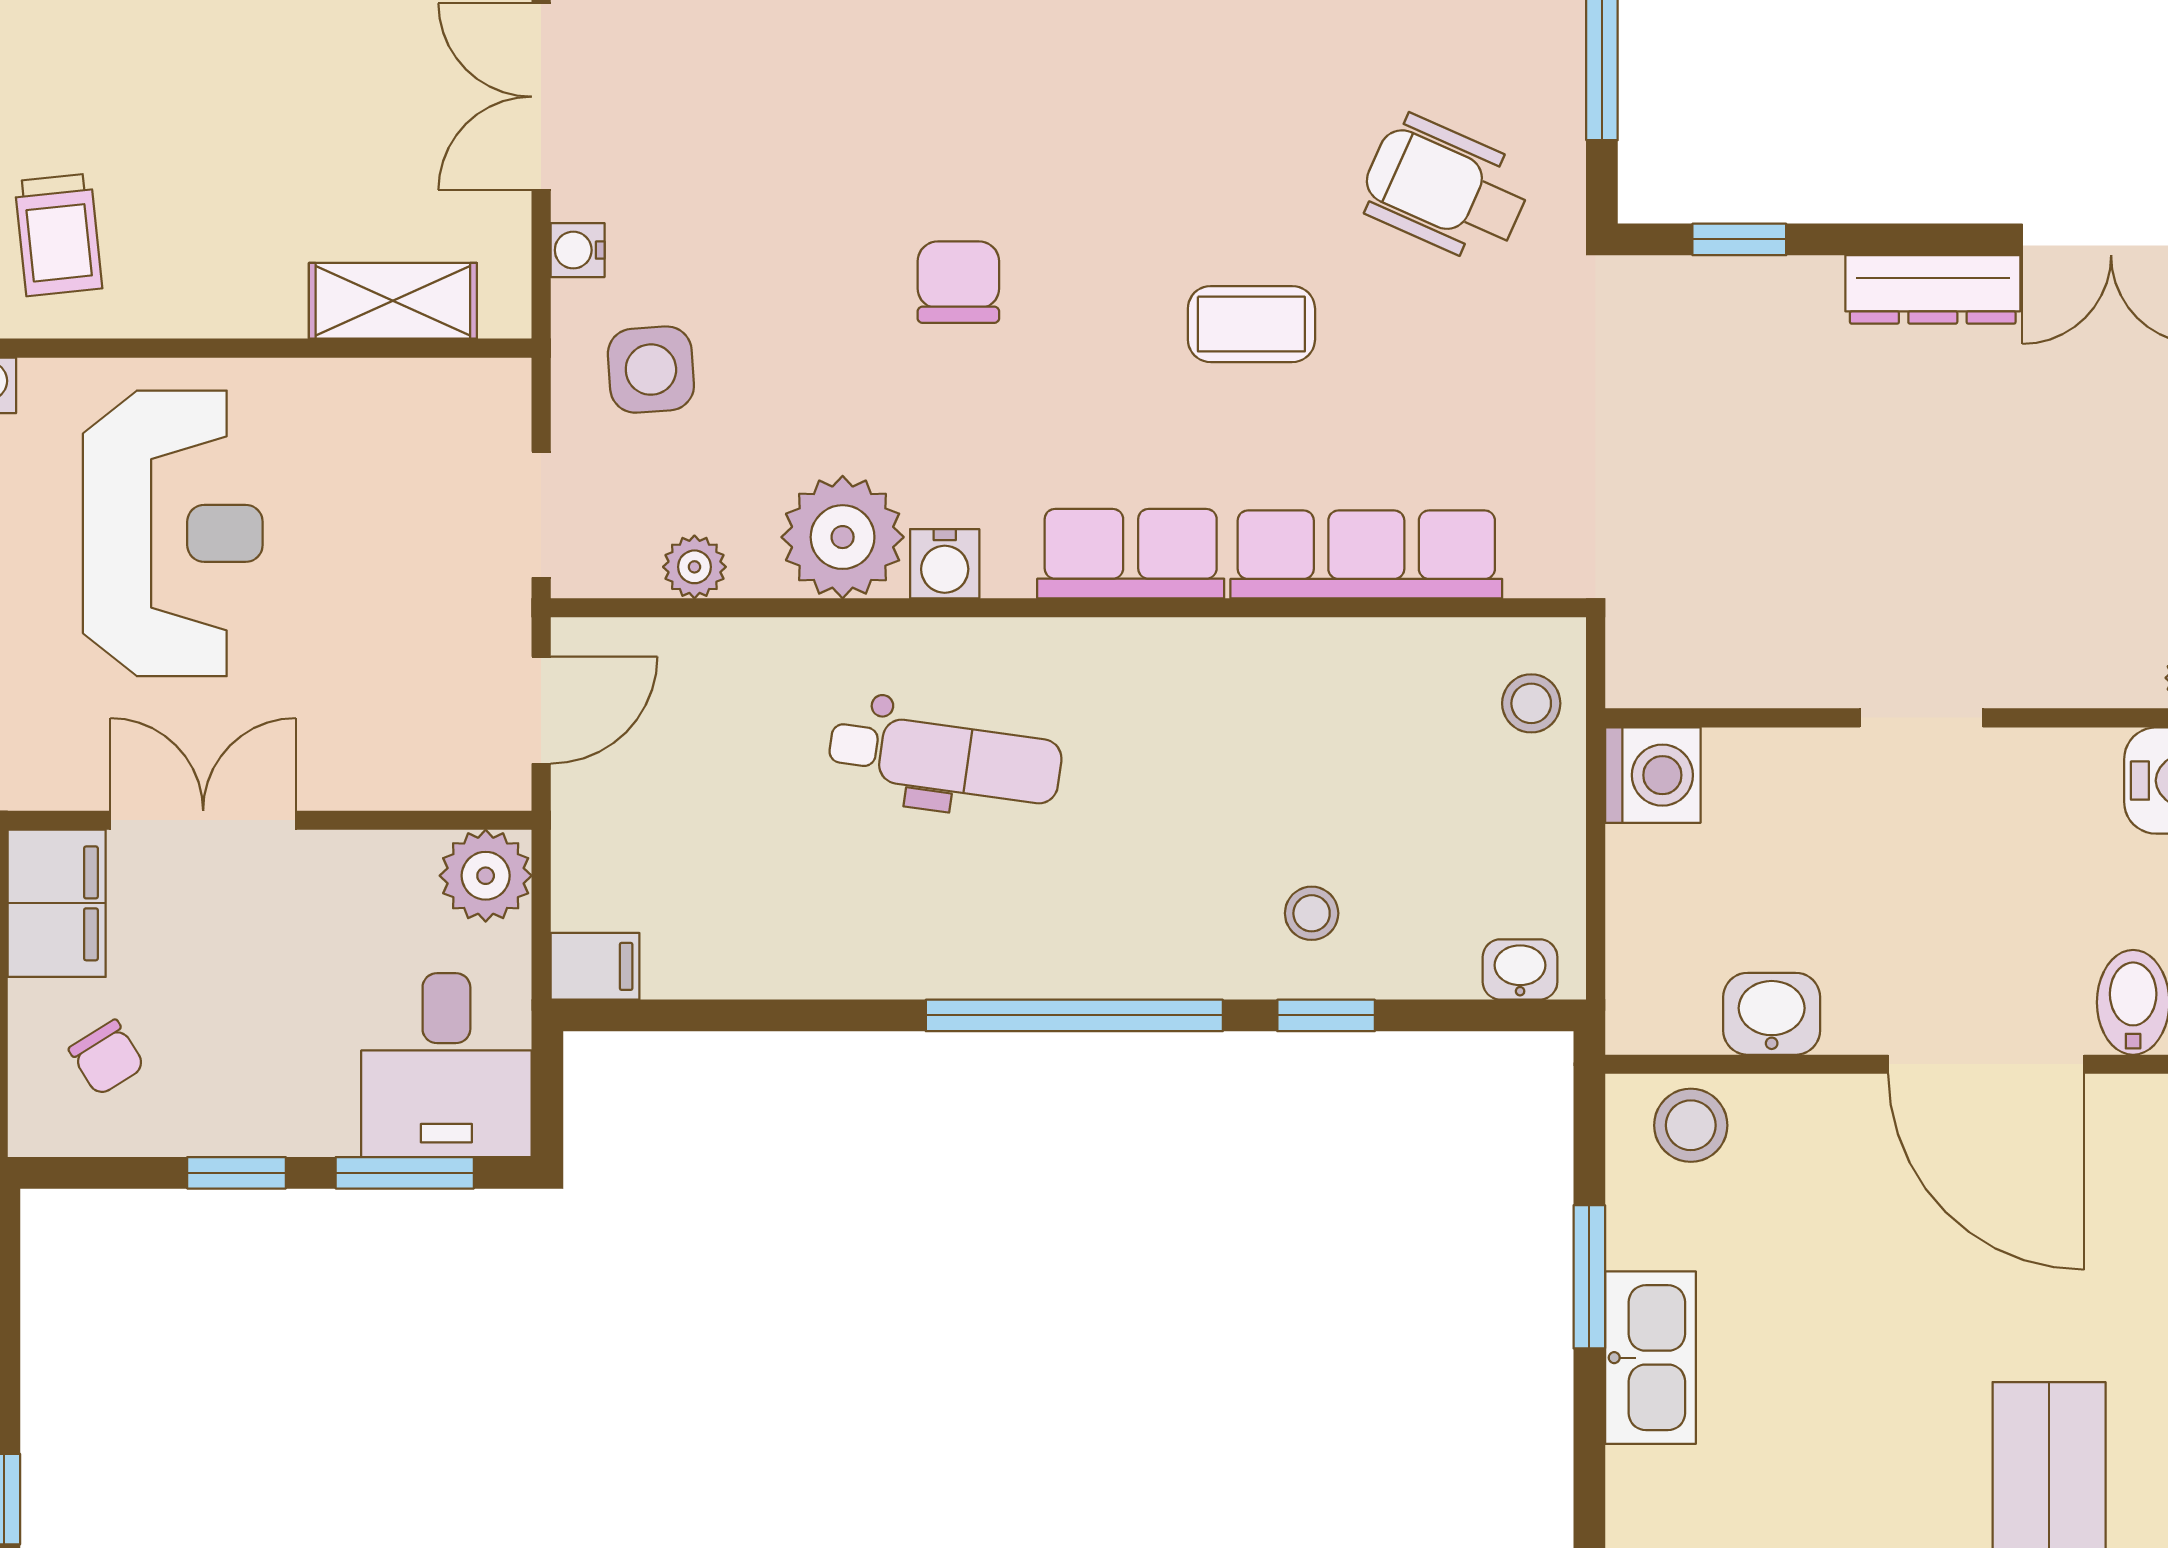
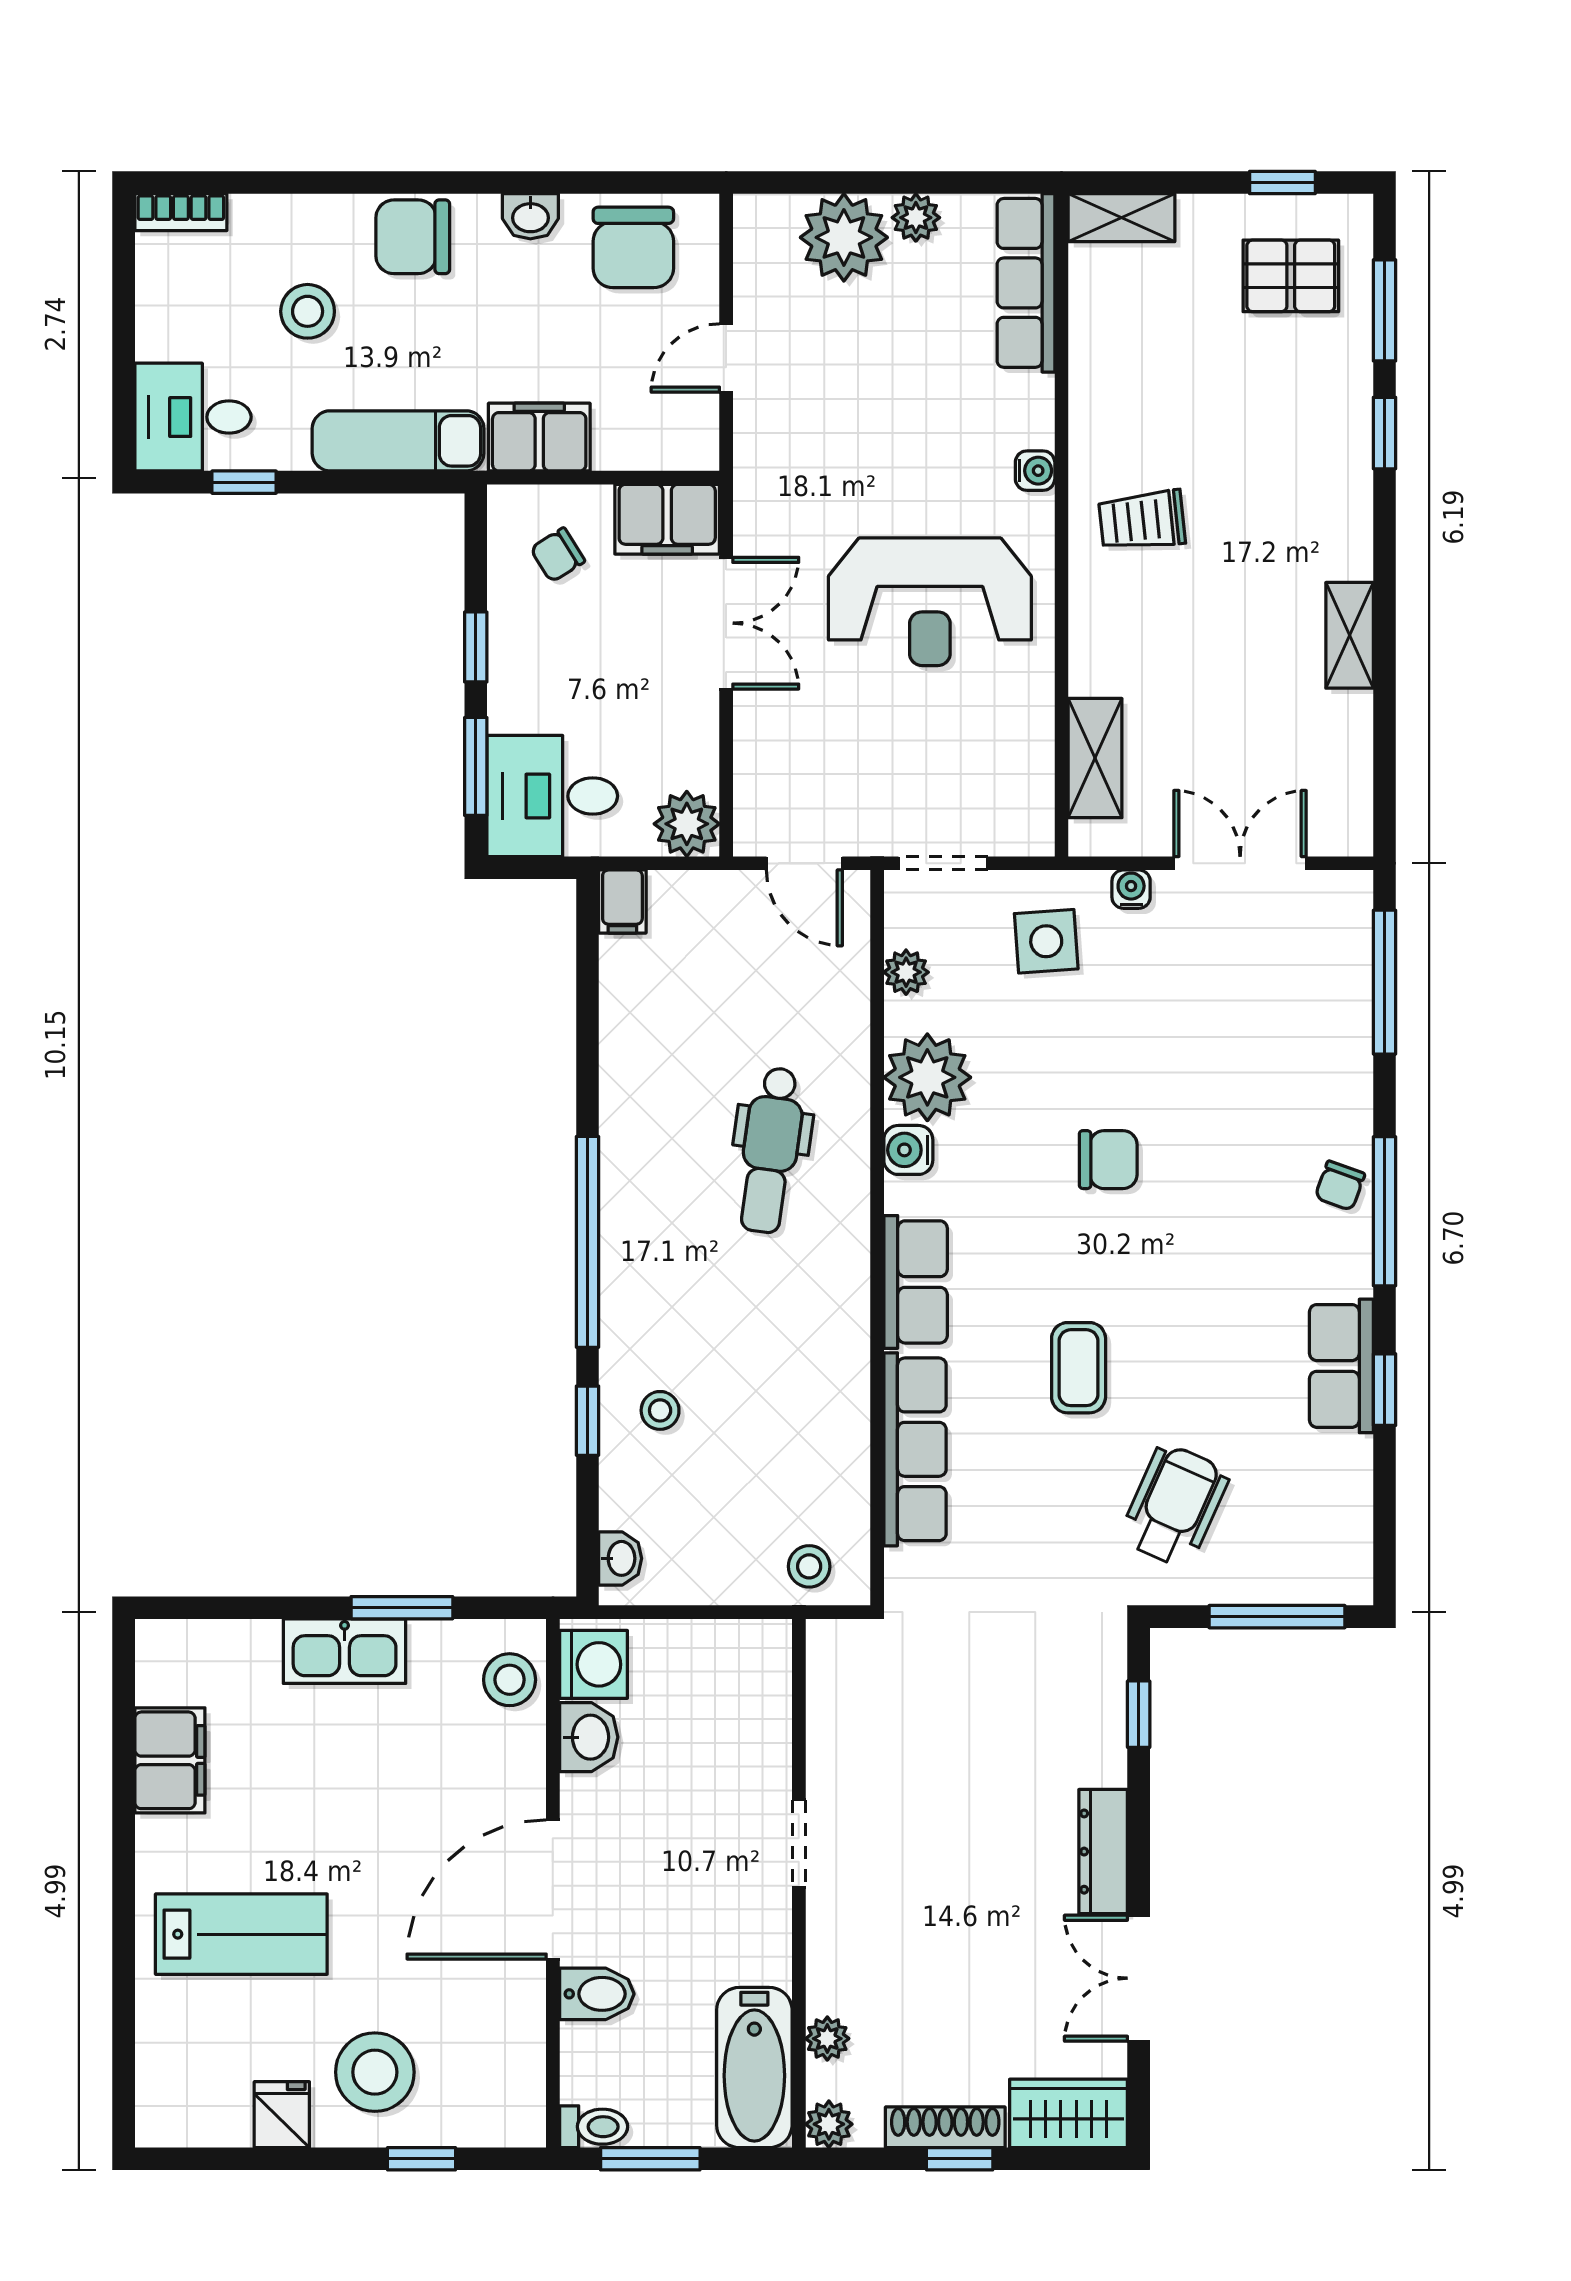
washing machine: (1653, 775) -> (594, 1664), moved, turned -90

